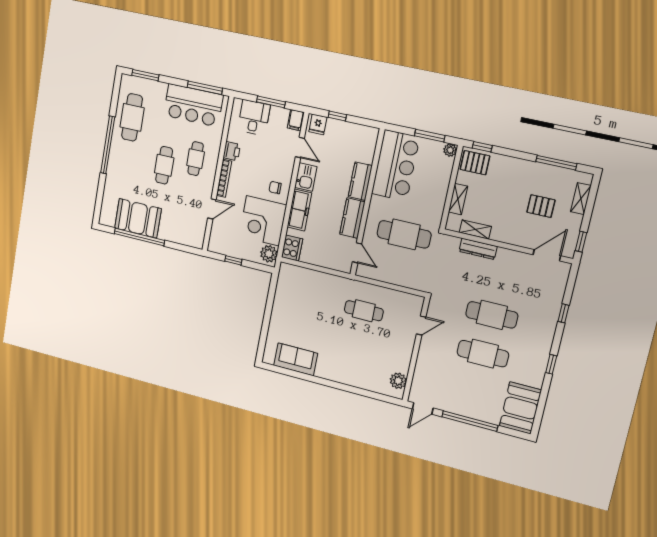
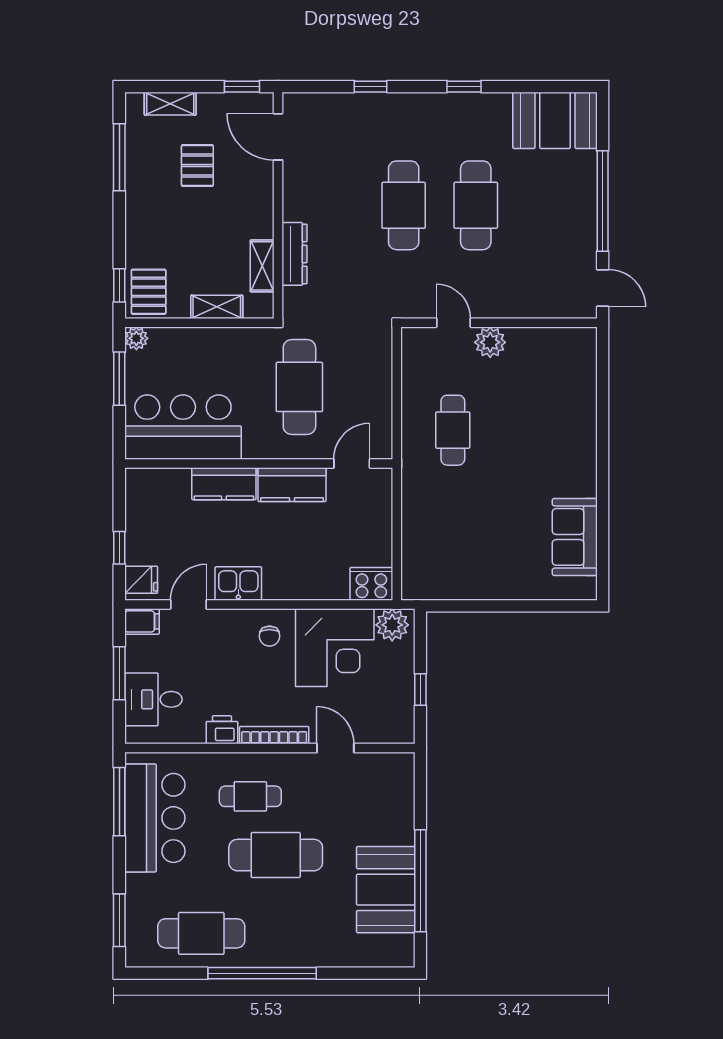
cafe table: (164, 165) -> (276, 855), width x1.37, depth x1.35
freezer: (299, 210) -> (300, 584), removed
plant: (398, 381) -> (490, 342), moved

